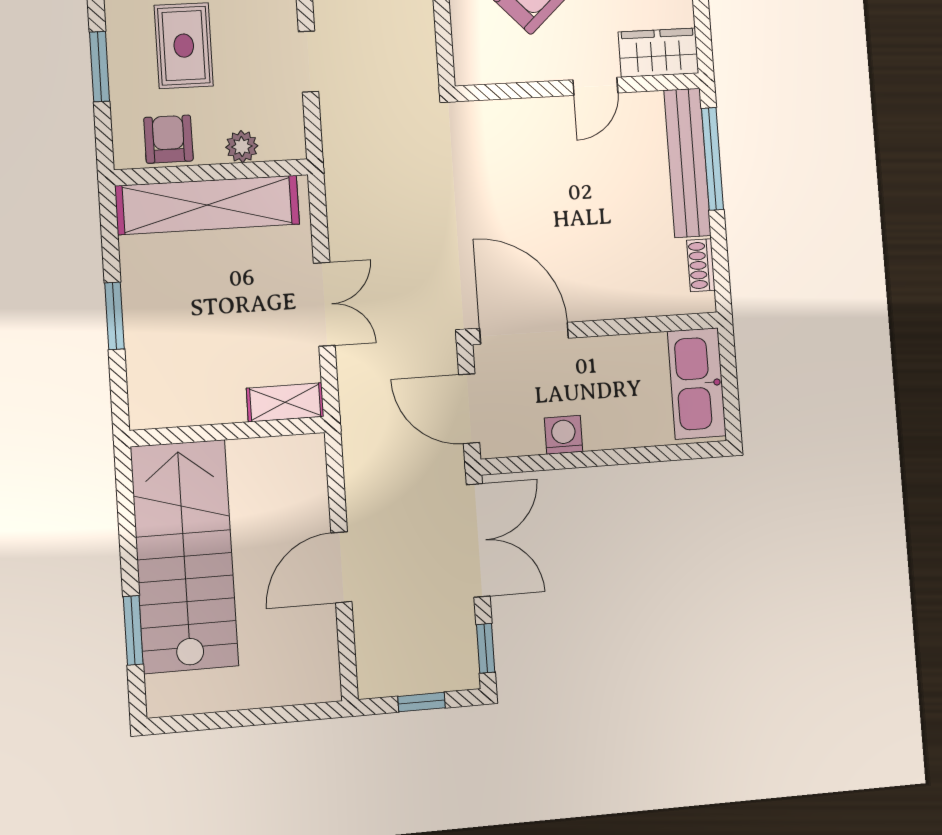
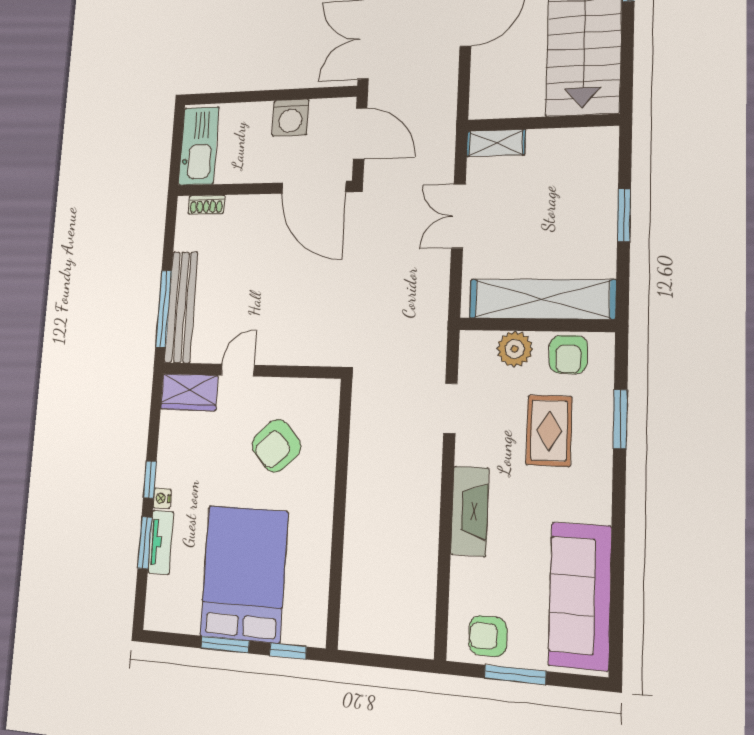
plant: (242, 147) -> (515, 349), width x1.38, depth x1.38
shoe rack: (701, 265) -> (206, 205), moved, turned 90
washing machine: (564, 435) -> (290, 118), width x1.38, depth x1.38

